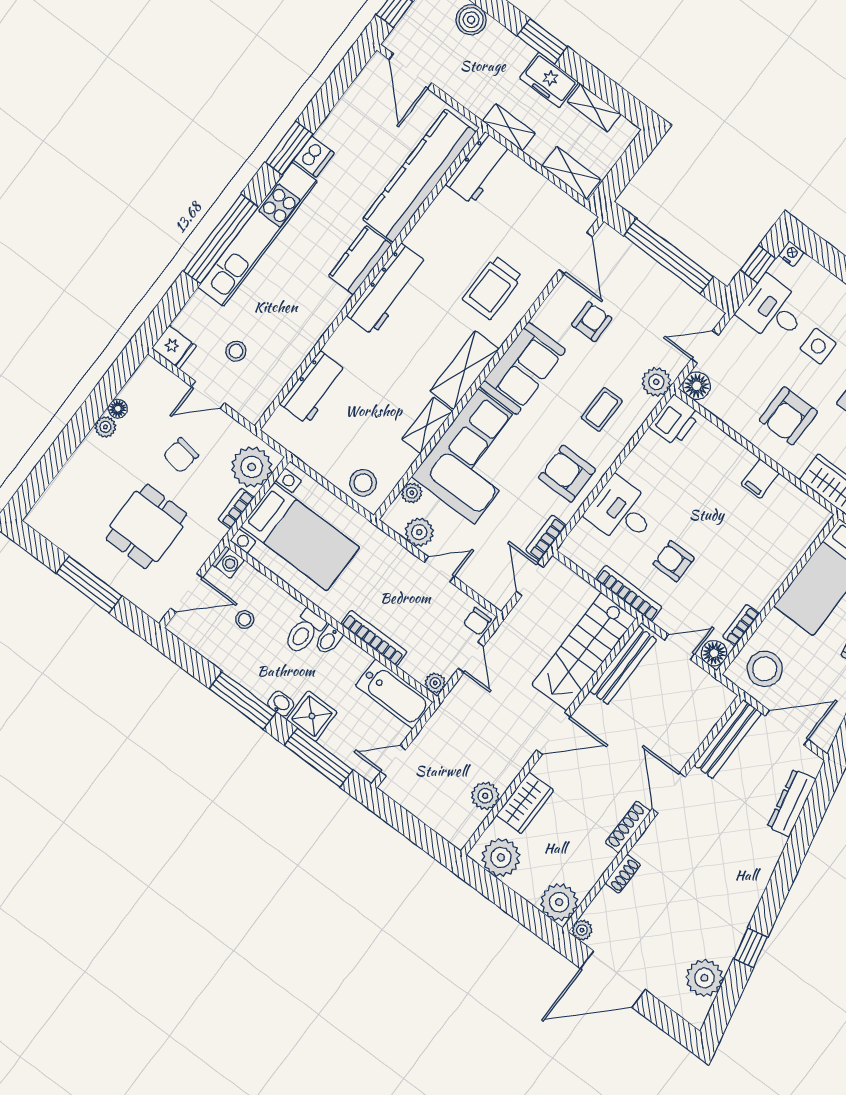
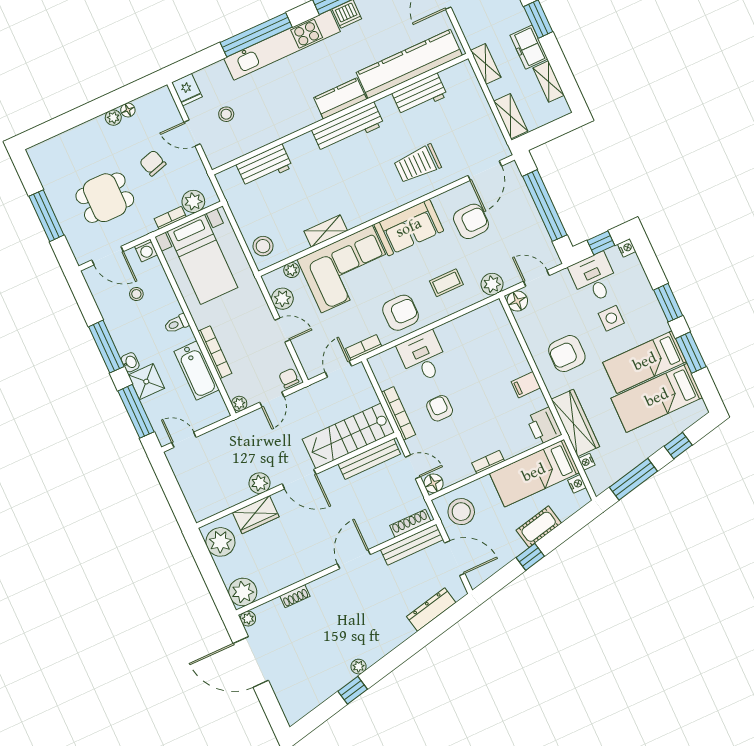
workbench: (479, 168) -> (420, 95), moved
armchair: (592, 322) -> (471, 221), width x1.38, depth x1.38
shelving: (465, 370) -> (370, 208), removed
printer: (675, 421) -> (544, 426), moved, turned 90
chair: (181, 455) -> (153, 163), turned 66
plant: (252, 467) -> (193, 201), width x0.73, depth x0.73
armchair: (567, 474) -> (401, 313), turned 90
chair: (477, 622) -> (289, 378), turned 90
bookcase: (741, 625) -> (488, 462), moved
toilet: (304, 632) -> (177, 324), width x0.73, depth x0.72
bidet: (328, 640) -> (184, 337), removed
bathtub: (394, 694) -> (197, 371), moved
plant: (485, 796) -> (260, 483), moved
shoe rack: (628, 827) -> (410, 523), moved
plant: (704, 978) -> (359, 667), moved, width x0.53, depth x0.53

